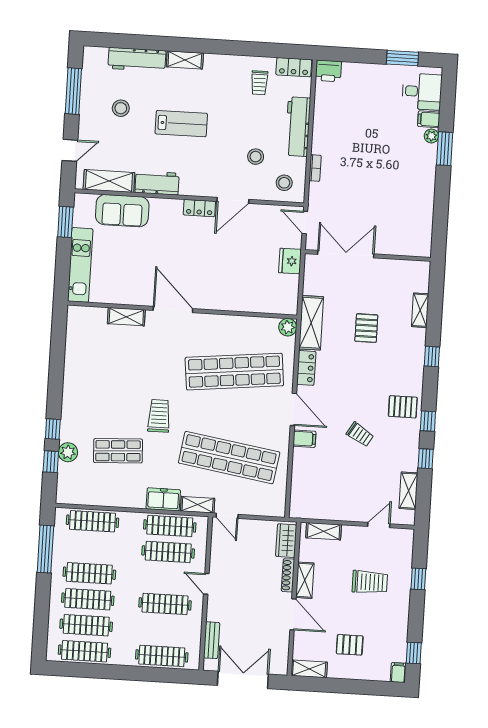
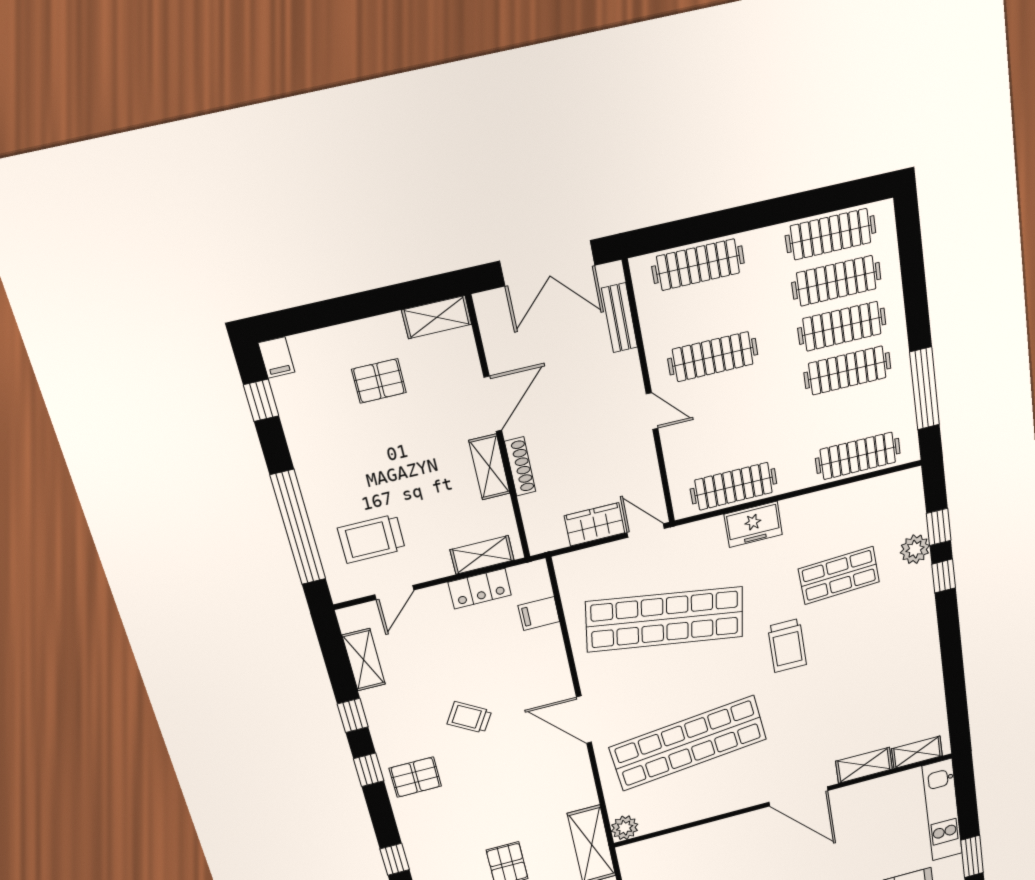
locker: (306, 368) -> (480, 589), moved, turned -90
filing cabinet: (304, 439) -> (539, 614), moved
shelving: (198, 505) -> (917, 752), moved
wardrobe: (286, 541) -> (595, 524), moved, turned -90
clothes rail: (168, 552) -> (727, 444), removed
window: (418, 579) -> (298, 528), width x3.17
trolley: (370, 582) -> (371, 539), moved
door: (293, 614) -> (493, 404), swing flipped

